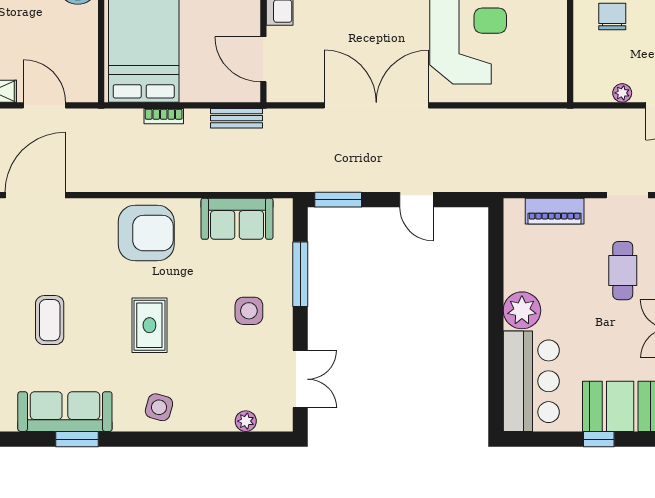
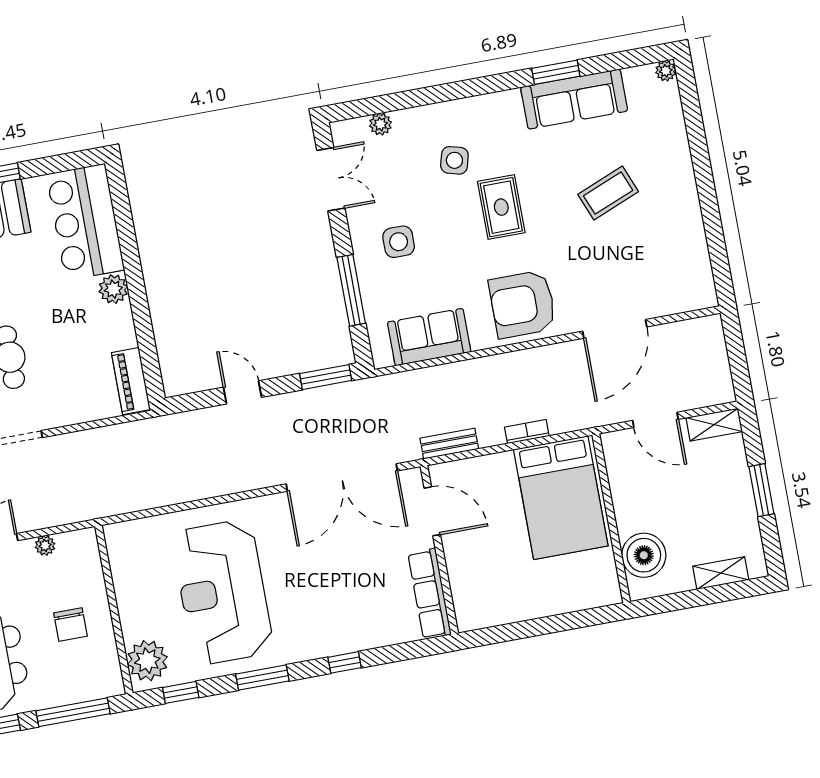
double door: (376, 105) -> (342, 477), moved
door: (35, 195) -> (615, 329), moved
piano: (555, 211) -> (131, 381), moved, turned -90
plant: (522, 310) -> (113, 289), width x0.73, depth x0.73
coffee table: (50, 320) -> (608, 193), turned 68
double door: (300, 379) -> (331, 179), swing flipped
side table: (159, 407) -> (454, 160), moved

